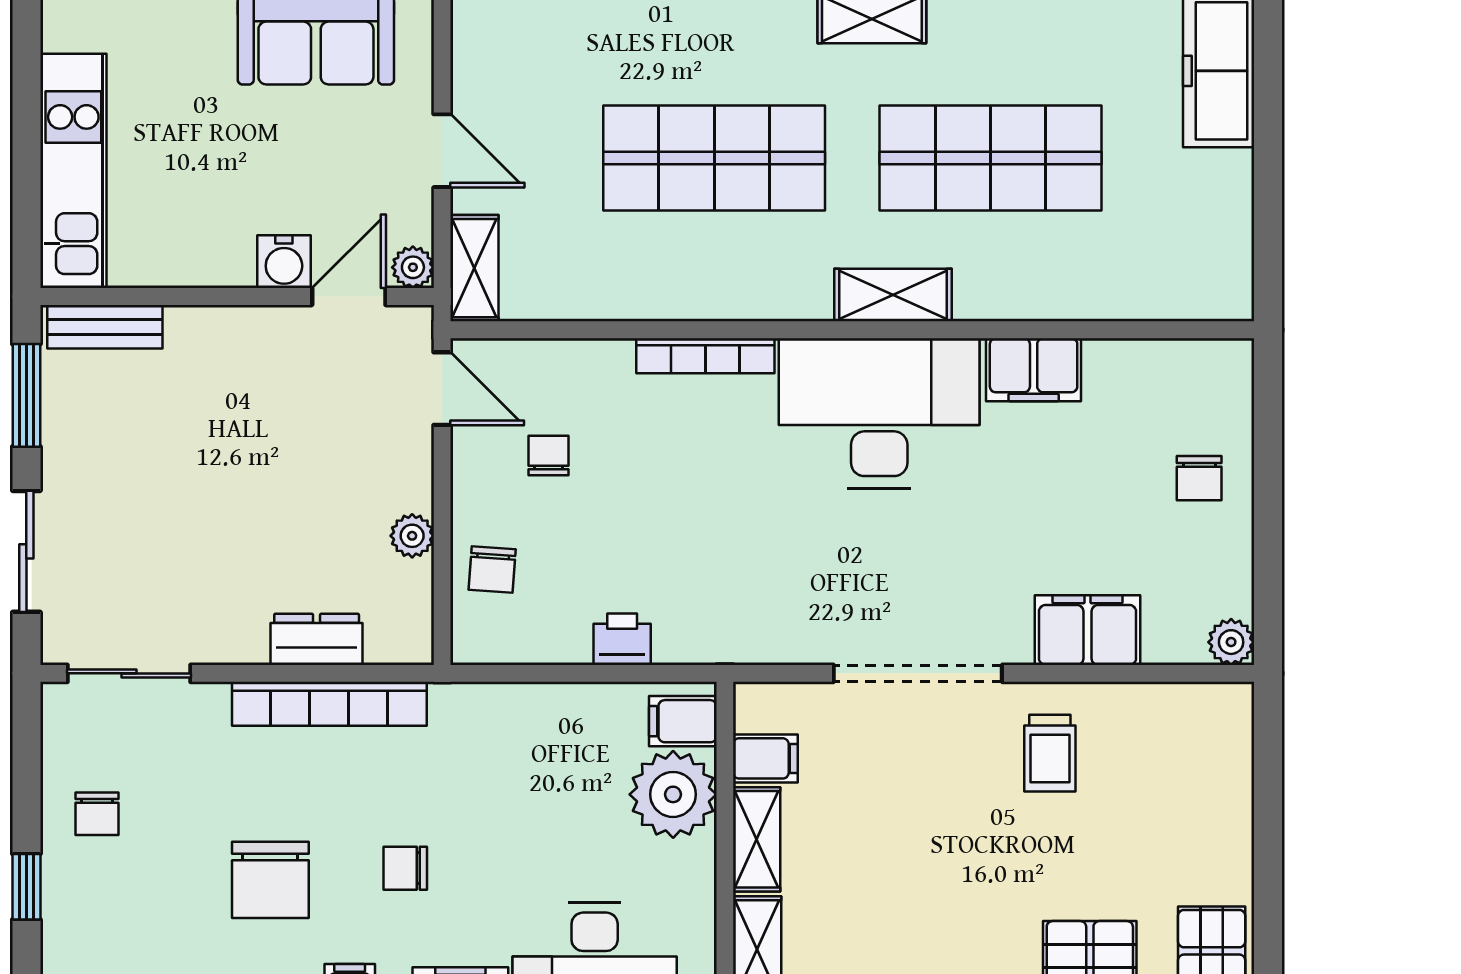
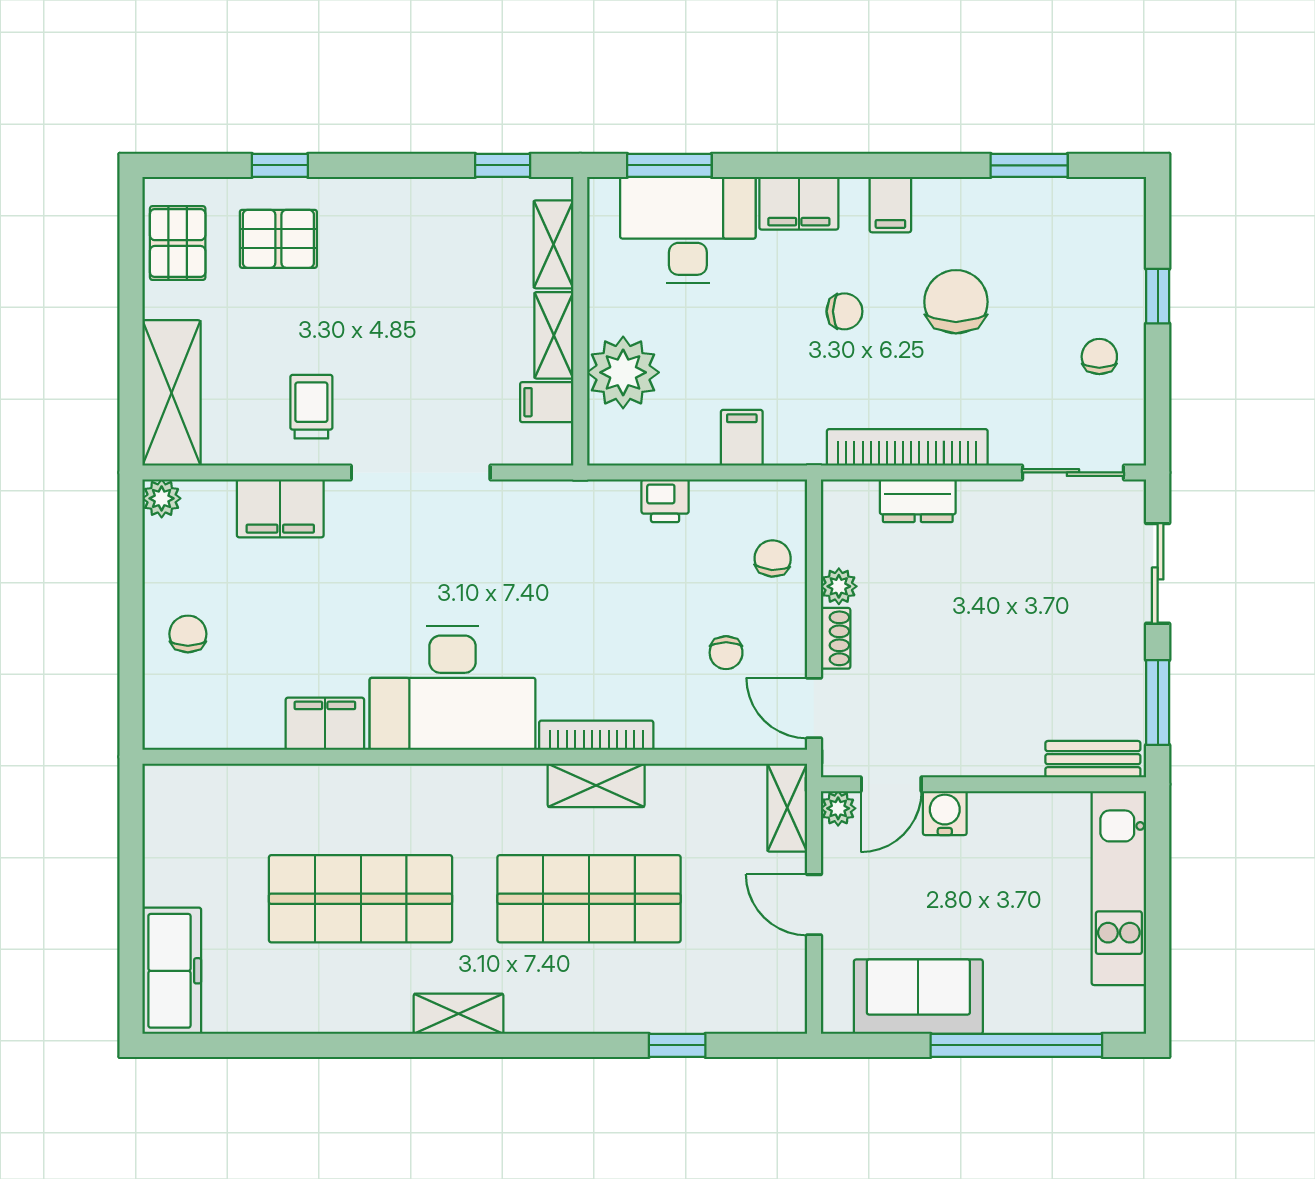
shelving: (893, 295) -> (596, 785), moved
shoe rack: (416, 473) -> (836, 638), added
filing cabinet: (683, 721) -> (742, 438), moved, turned -90
shelving: (1219, 770) -> (172, 393), added

